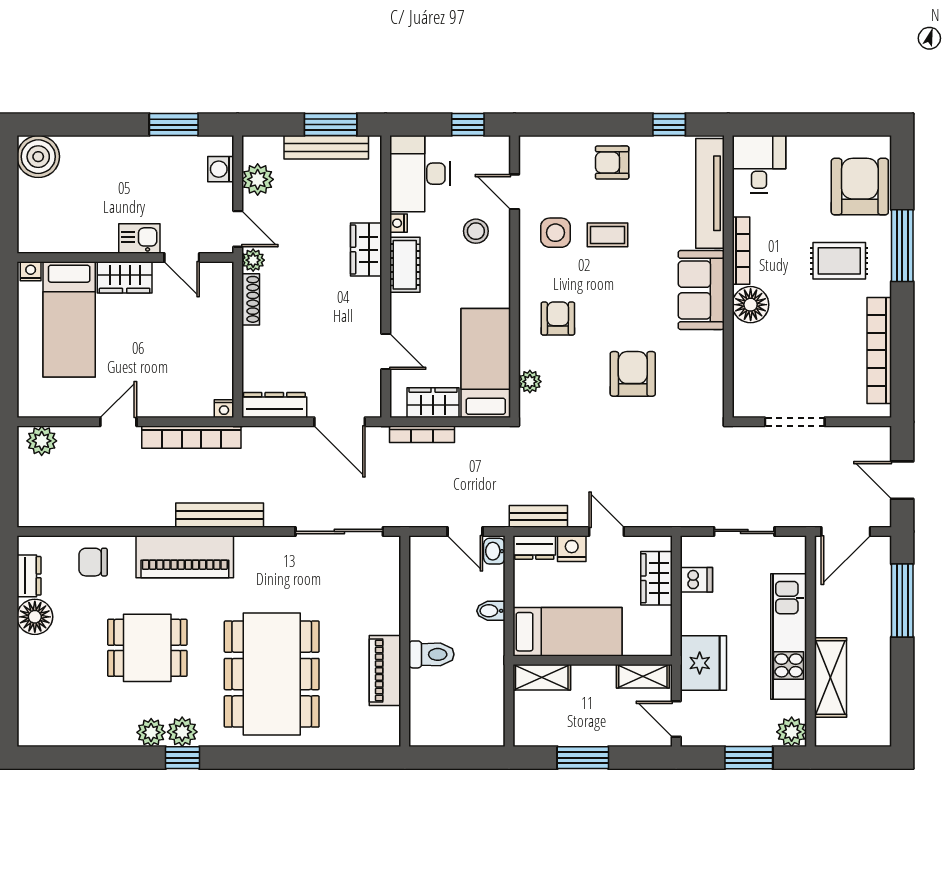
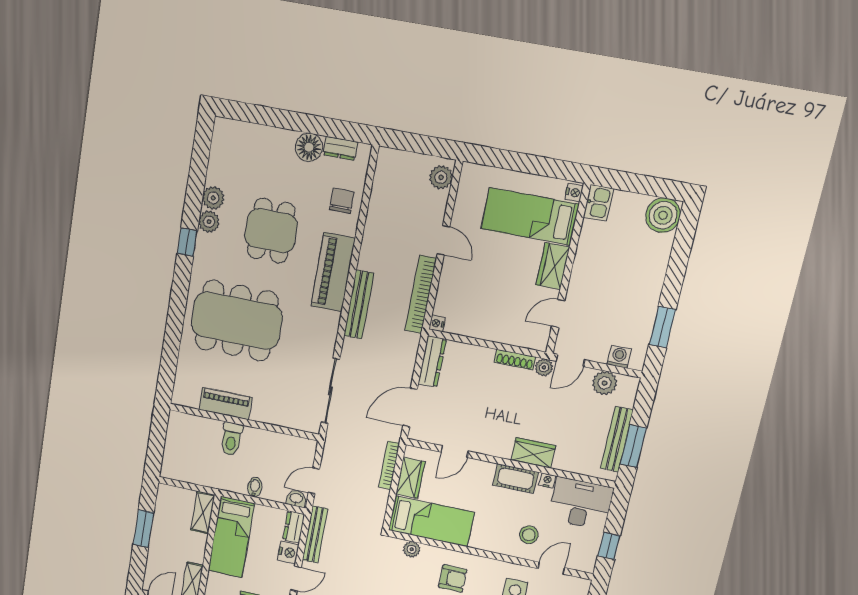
kitchen sink: (139, 238) -> (598, 203), moved
bench: (538, 516) -> (315, 534), width x1.36
plant: (182, 732) -> (213, 198), moved

